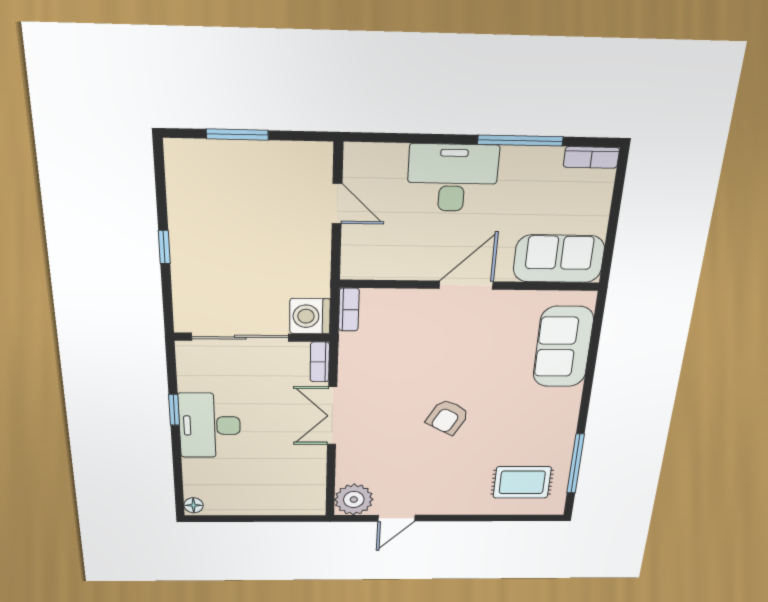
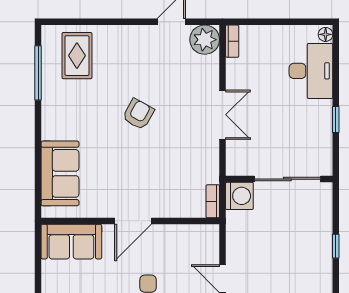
bookcase: (320, 362) -> (232, 41), moved
desk: (210, 426) -> (311, 71), moved
rug: (522, 482) -> (77, 56), turned 90

